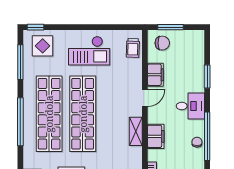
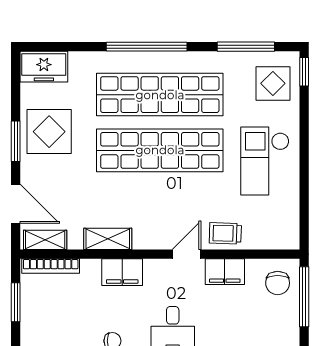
window: (171, 27) -> (304, 297), width x1.44
trolley: (133, 48) -> (225, 233), moved
door: (145, 98) -> (186, 254), swing flipped
shelving: (136, 131) -> (108, 239), moved

